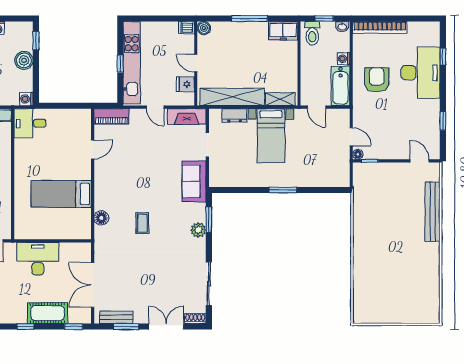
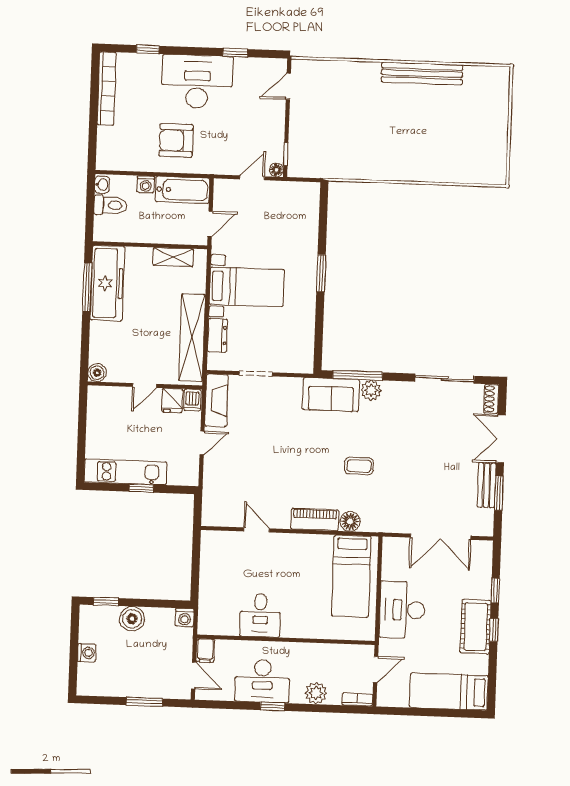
window: (250, 18) -> (87, 287), moved
window: (324, 18) -> (90, 209), removed
dishwasher: (186, 27) -> (192, 400), moved
bookcase: (380, 28) -> (107, 89), moved
freezer: (283, 31) -> (107, 283), width x1.91, depth x1.26
toilet: (312, 33) -> (110, 205), moved
kitchen unit: (132, 63) -> (125, 472), width x0.73
desk: (421, 73) -> (197, 82), moved
shelving: (280, 99) -> (173, 257), moved, turned 90
piano: (111, 116) -> (315, 520), moved, turned -90
desk: (30, 123) -> (260, 615), moved
sofa: (194, 181) -> (331, 395), moved
bed: (61, 194) -> (351, 576), moved
bench: (433, 212) -> (422, 73), moved
window: (209, 220) -> (358, 375), width x1.44
cot: (48, 313) -> (476, 627), moved
bench: (116, 317) -> (487, 485), moved
window: (74, 327) -> (495, 591), moved

